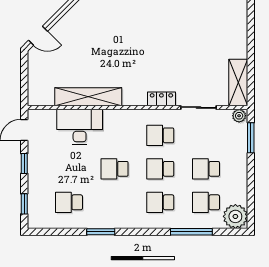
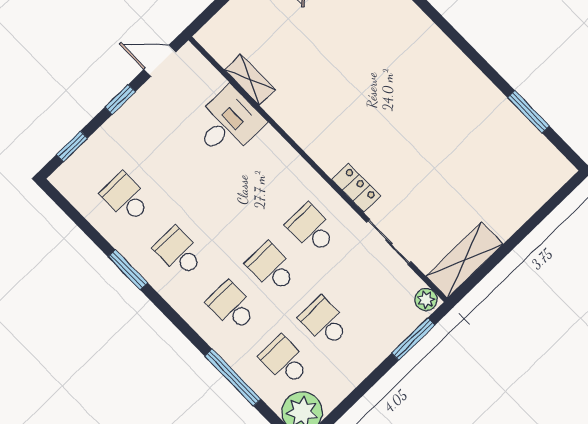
shelving: (88, 97) -> (250, 79), width x0.45, depth x0.75
desk: (80, 127) -> (228, 123), width x0.73
school desk: (115, 169) -> (179, 252), moved

